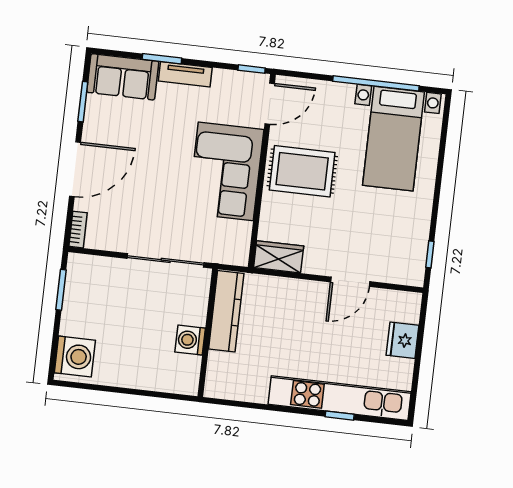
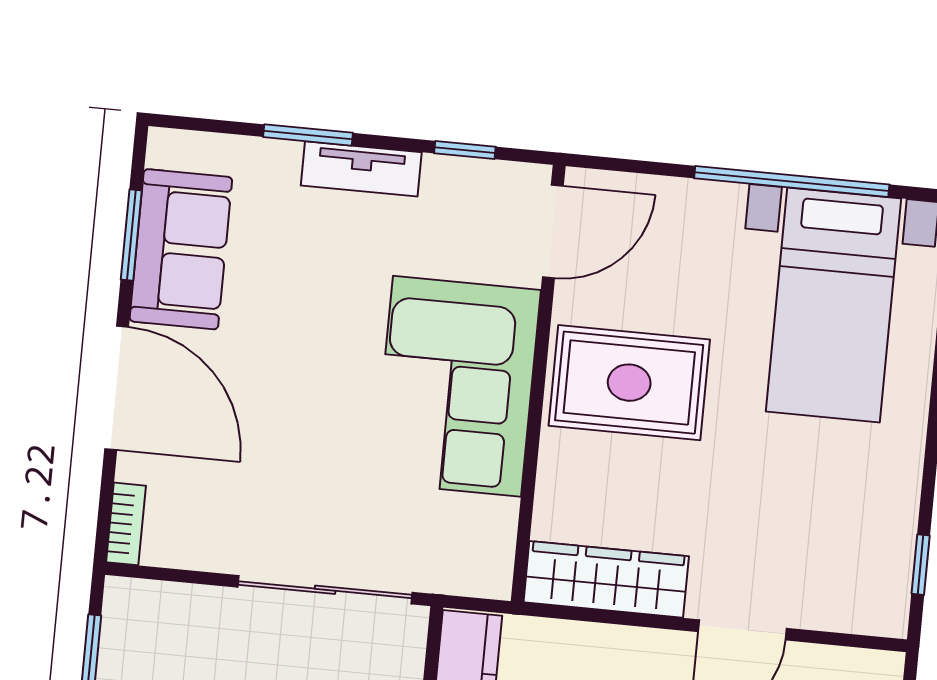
window: (252, 69) -> (465, 150), moved
sofa: (123, 77) -> (181, 249), moved, turned -90
door: (75, 169) -> (117, 388), hinge flipped
wardrobe: (279, 257) -> (606, 579), width x1.50

